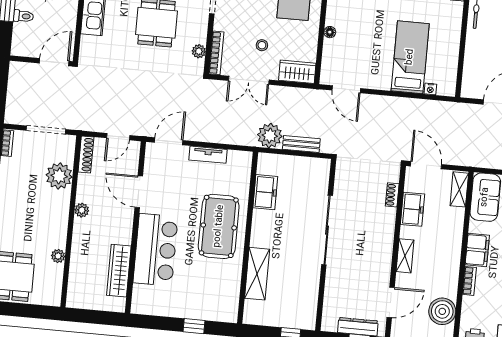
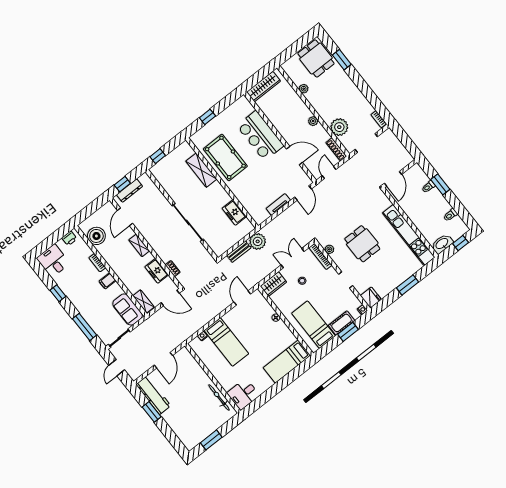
door: (346, 89) -> (242, 298), hinge flipped
pool table: (219, 226) -> (225, 157), moved
filing cabinet: (477, 250) -> (108, 281), width x0.50
wardrobe: (119, 271) -> (263, 87), moved, turned 90

